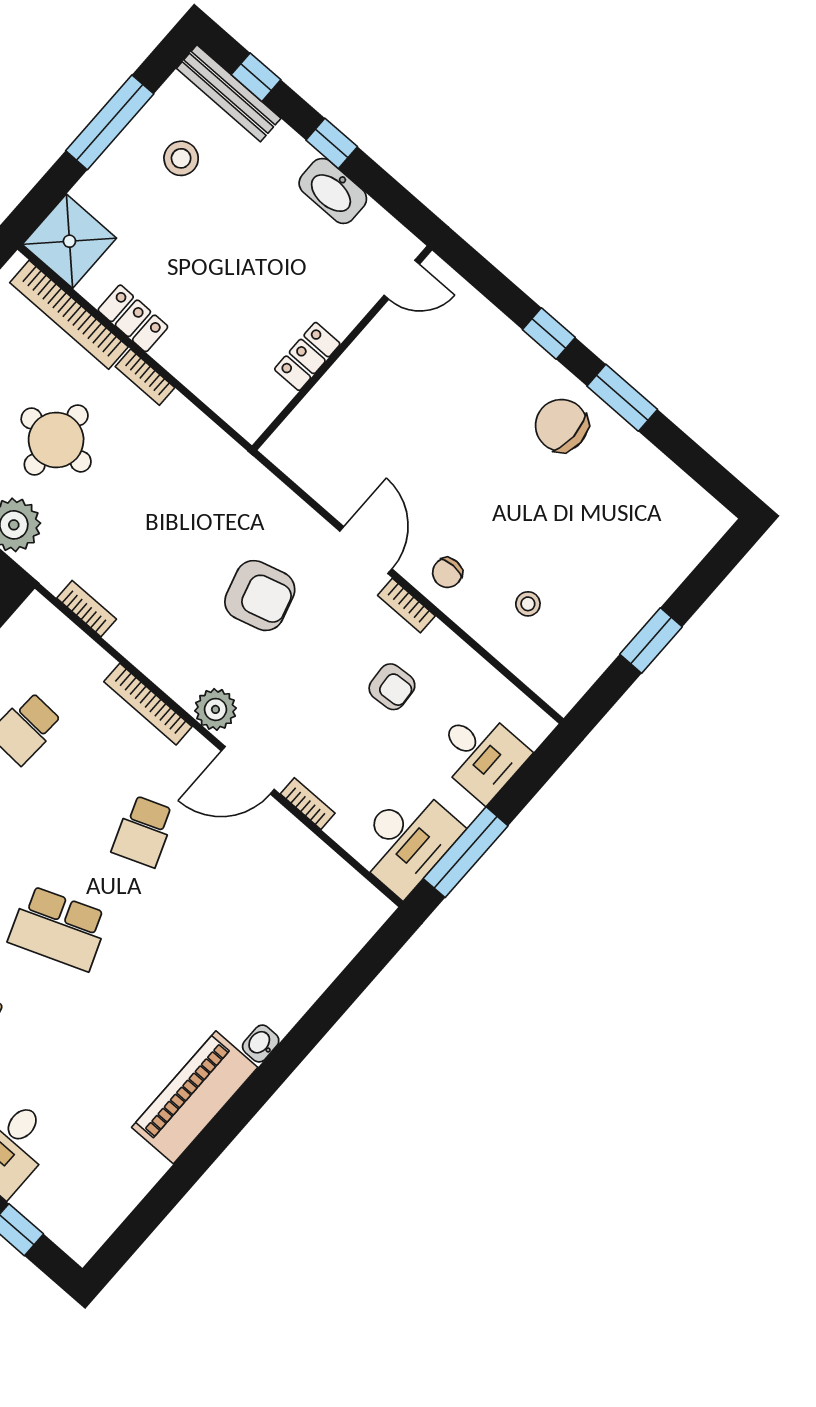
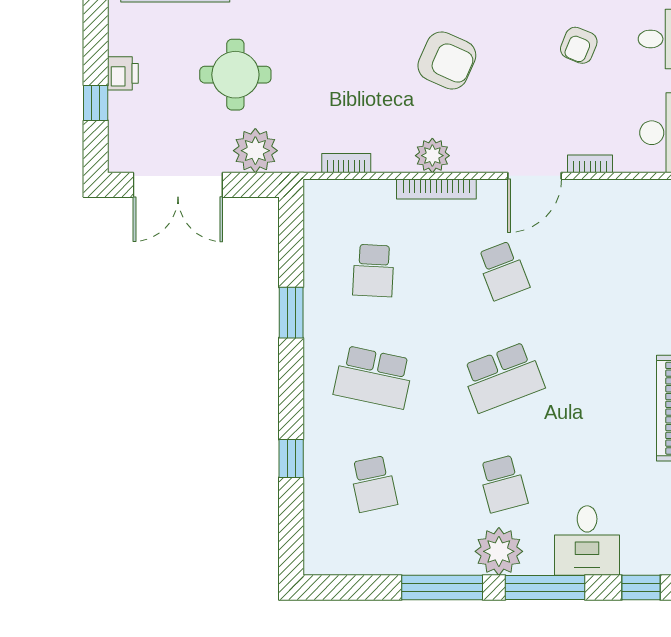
armchair: (260, 596) -> (447, 61), turned 40
armchair: (392, 687) -> (579, 45), turned 116
plant: (215, 709) -> (432, 156), moved

